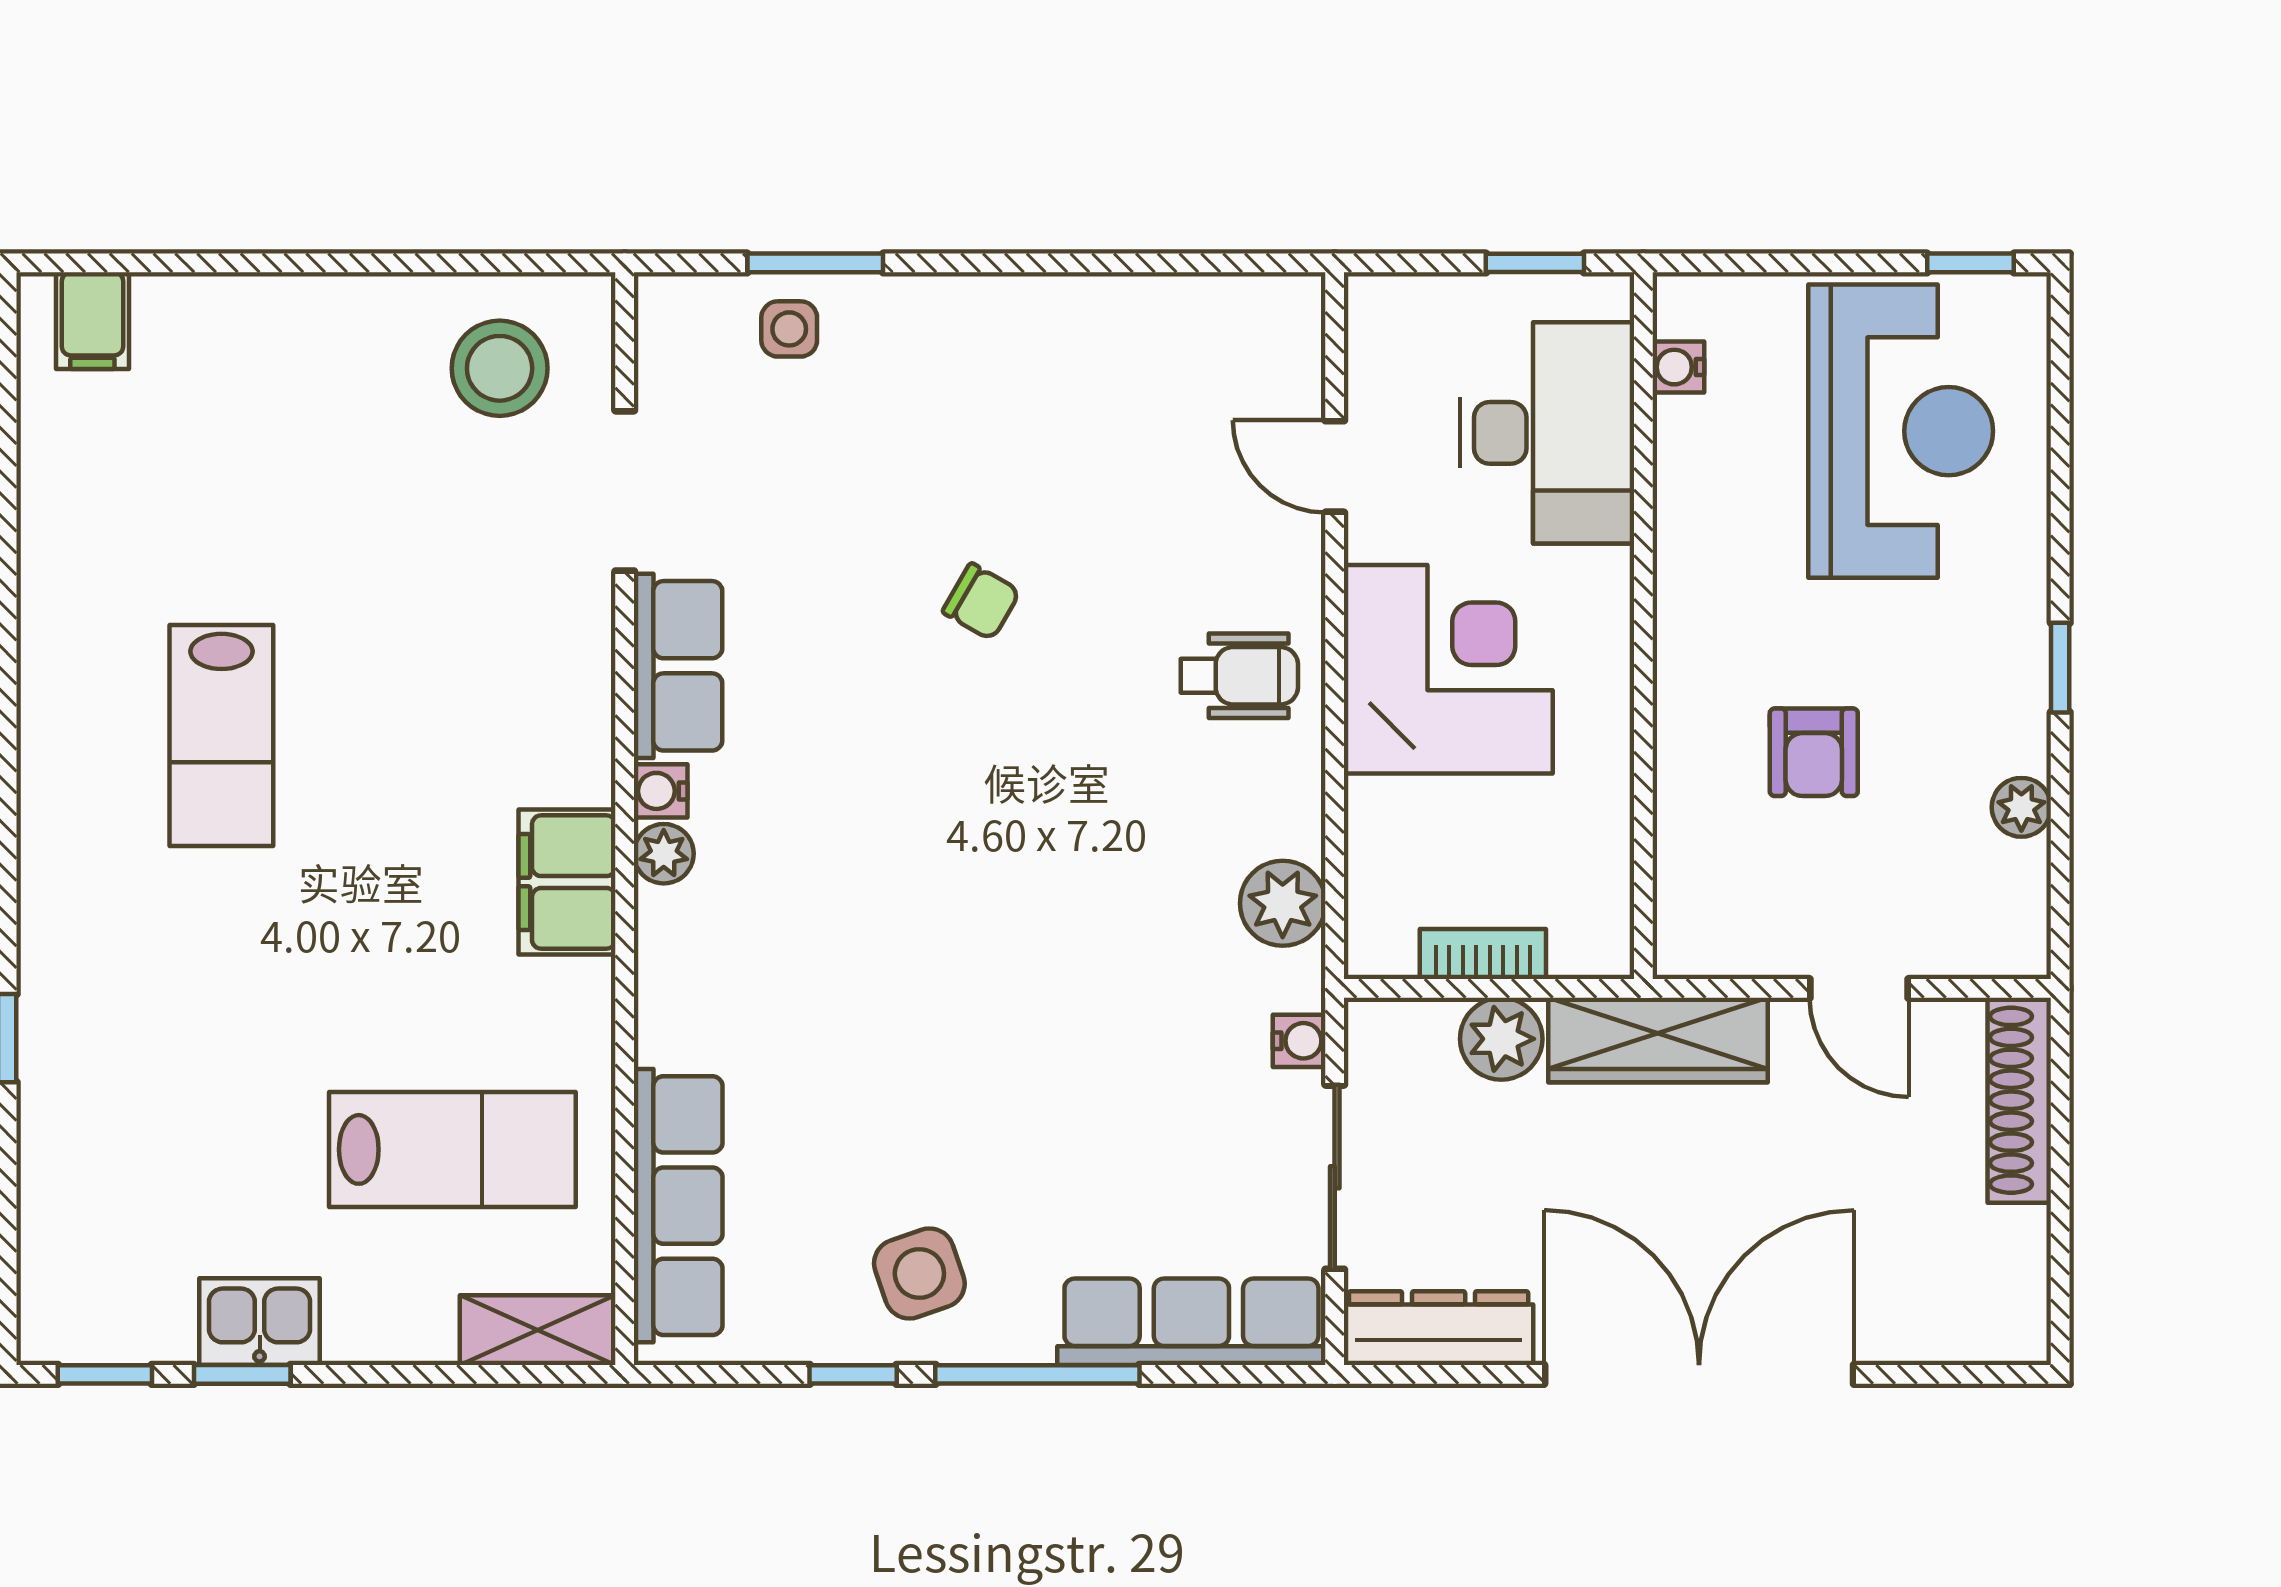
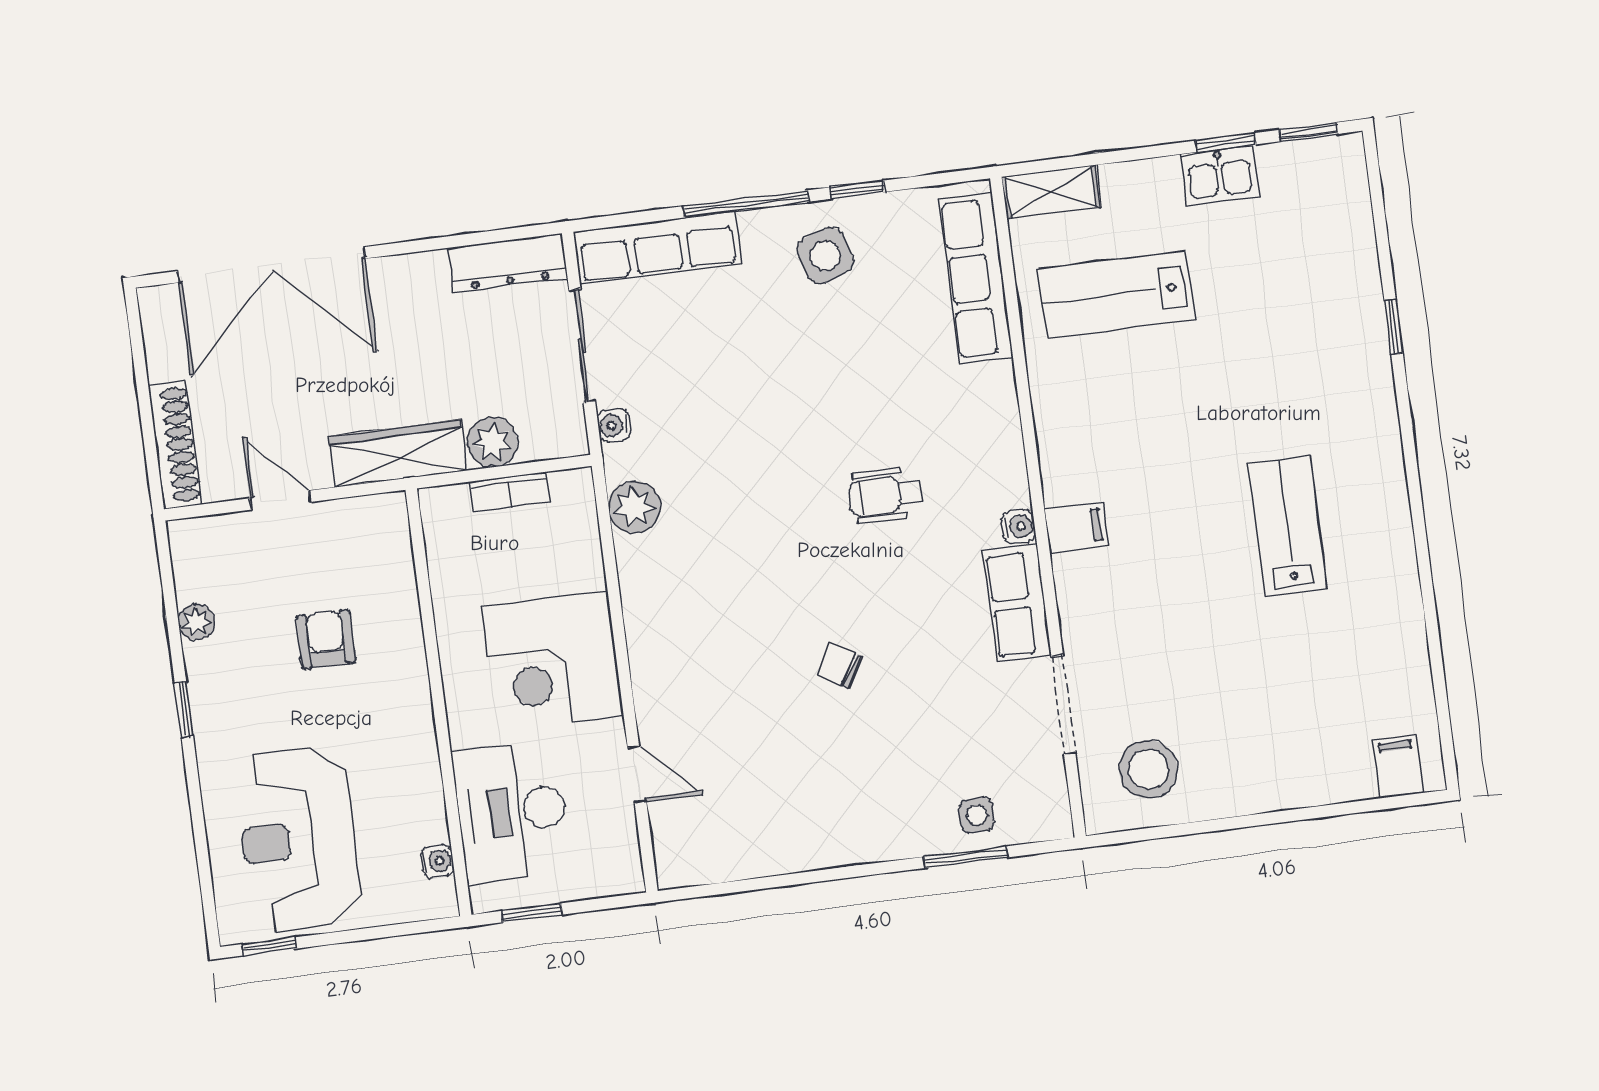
wheelchair: (1239, 676) -> (885, 495), moved
plant: (664, 854) -> (1012, 489), removed
filing cabinet: (567, 882) -> (1076, 527), moved, width x0.50
double door: (1699, 1374) -> (271, 265), moved

